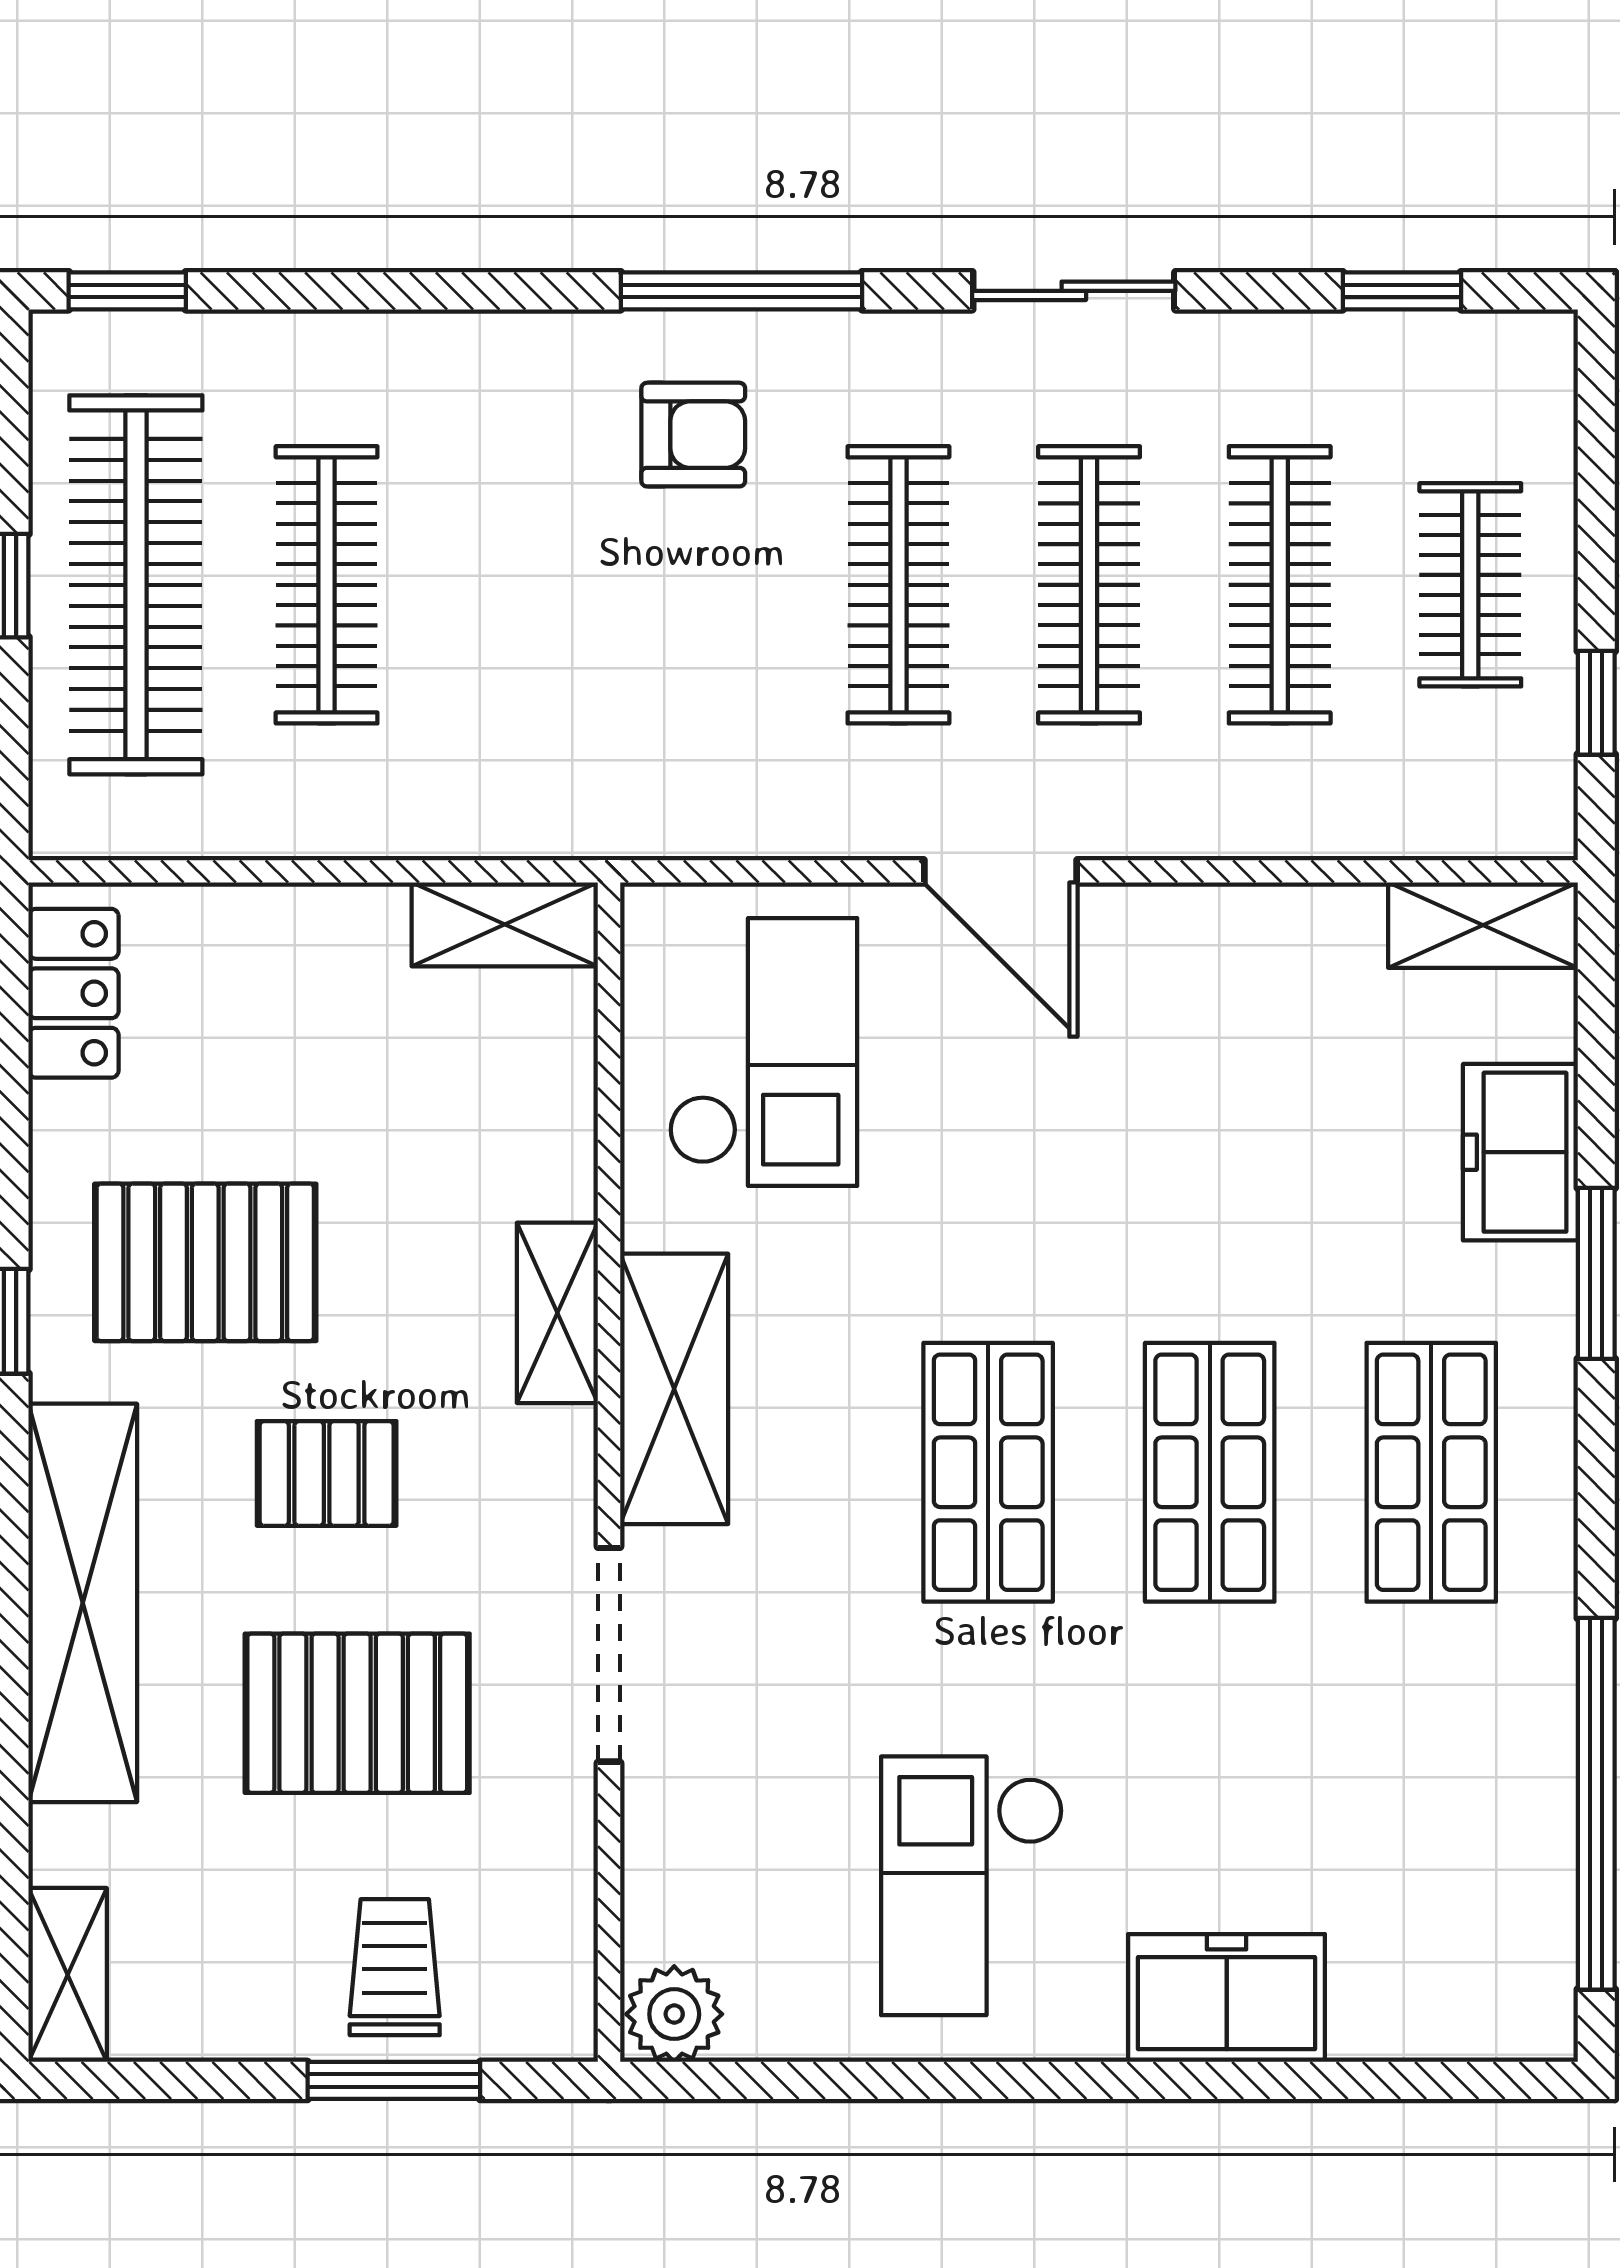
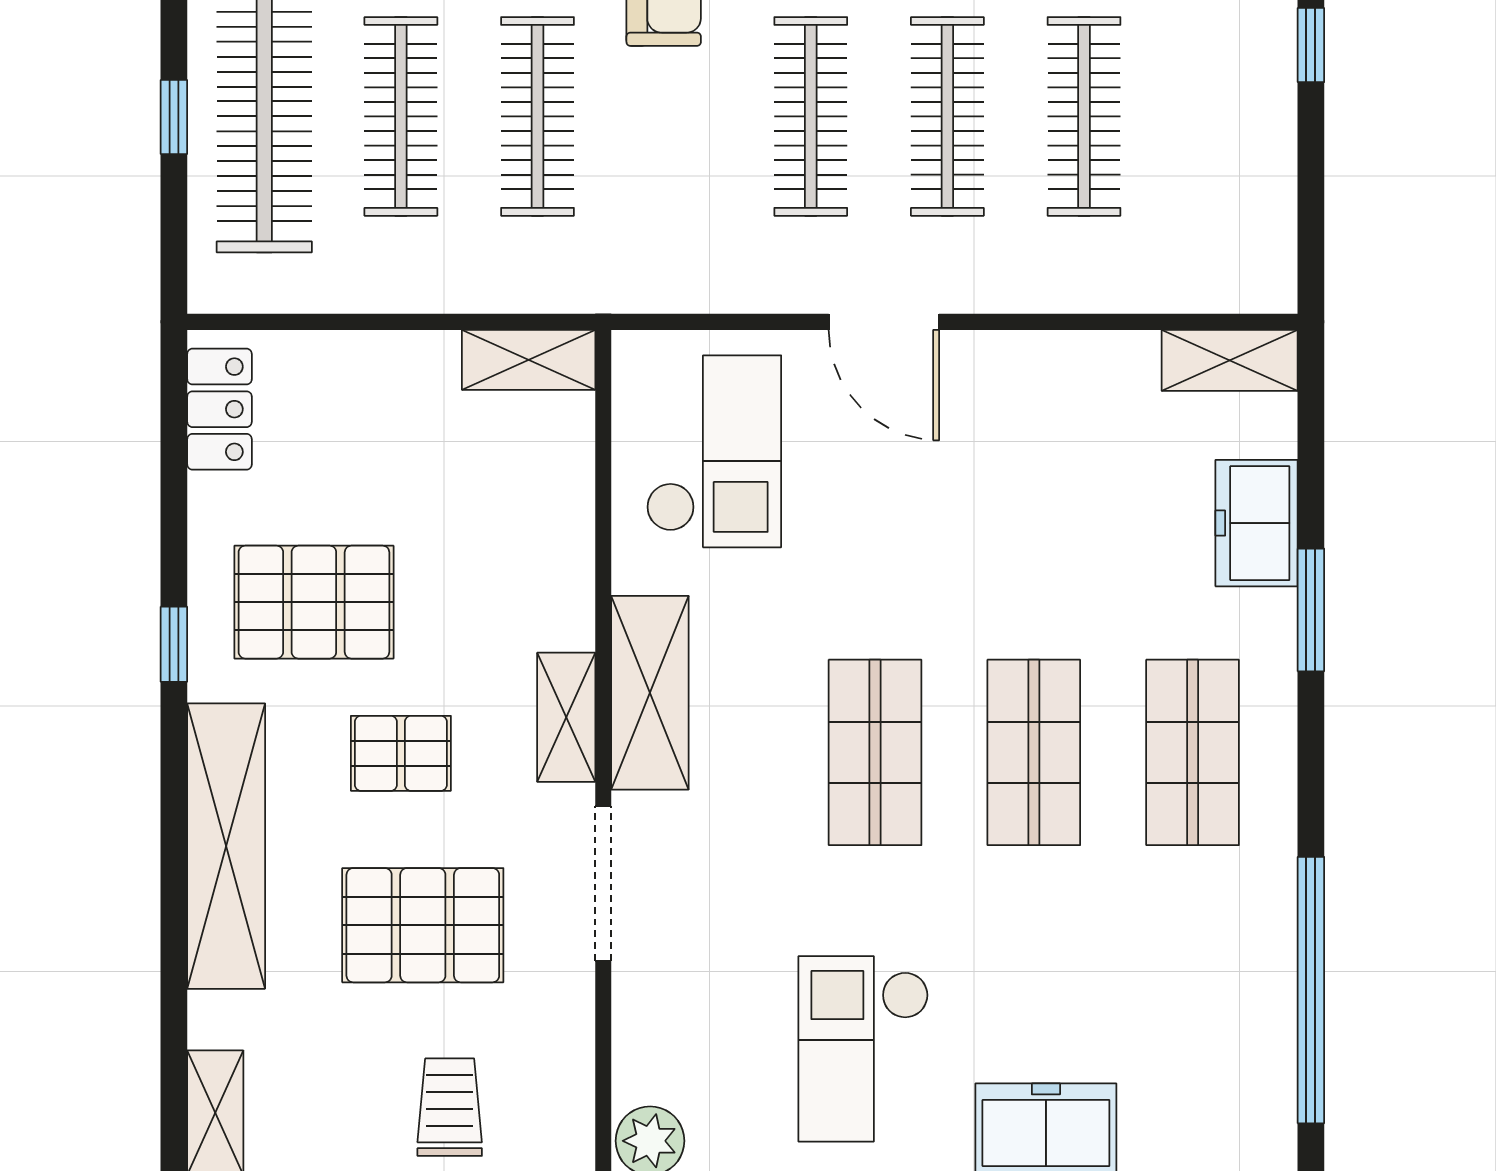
clothes rail: (1470, 585) -> (537, 116), moved, width x1.36
window: (1596, 703) -> (1311, 45), moved
shelving: (557, 1313) -> (566, 717), moved

